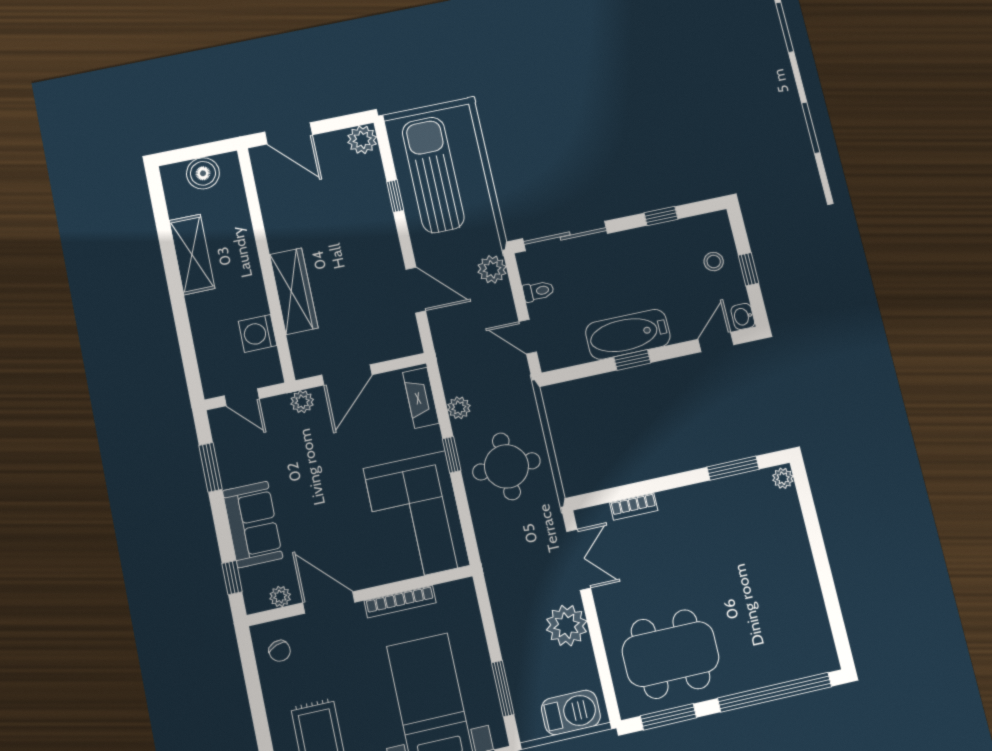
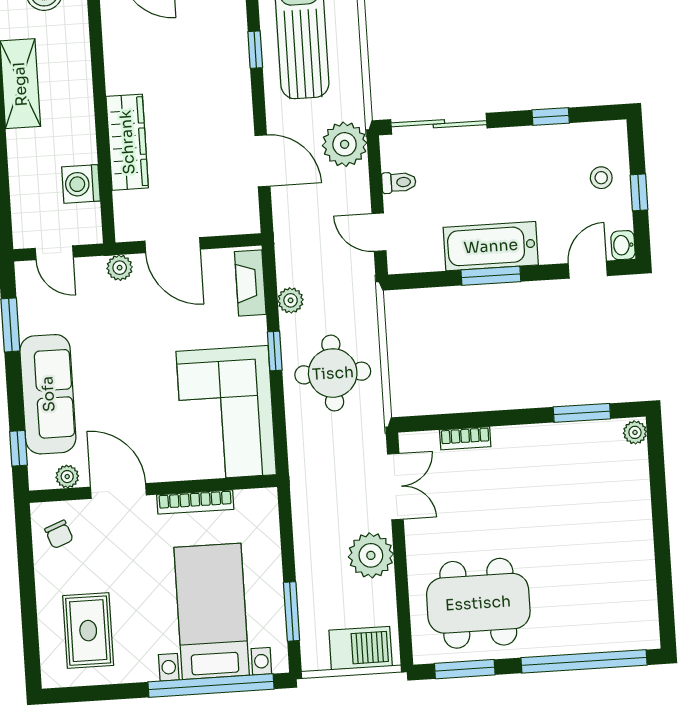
plant: (492, 269) -> (345, 144), width x1.36, depth x1.36
window: (632, 360) -> (491, 276), width x1.50
door: (347, 375) -> (173, 245), hinge flipped
sofa: (253, 524) -> (48, 394), width x1.36

